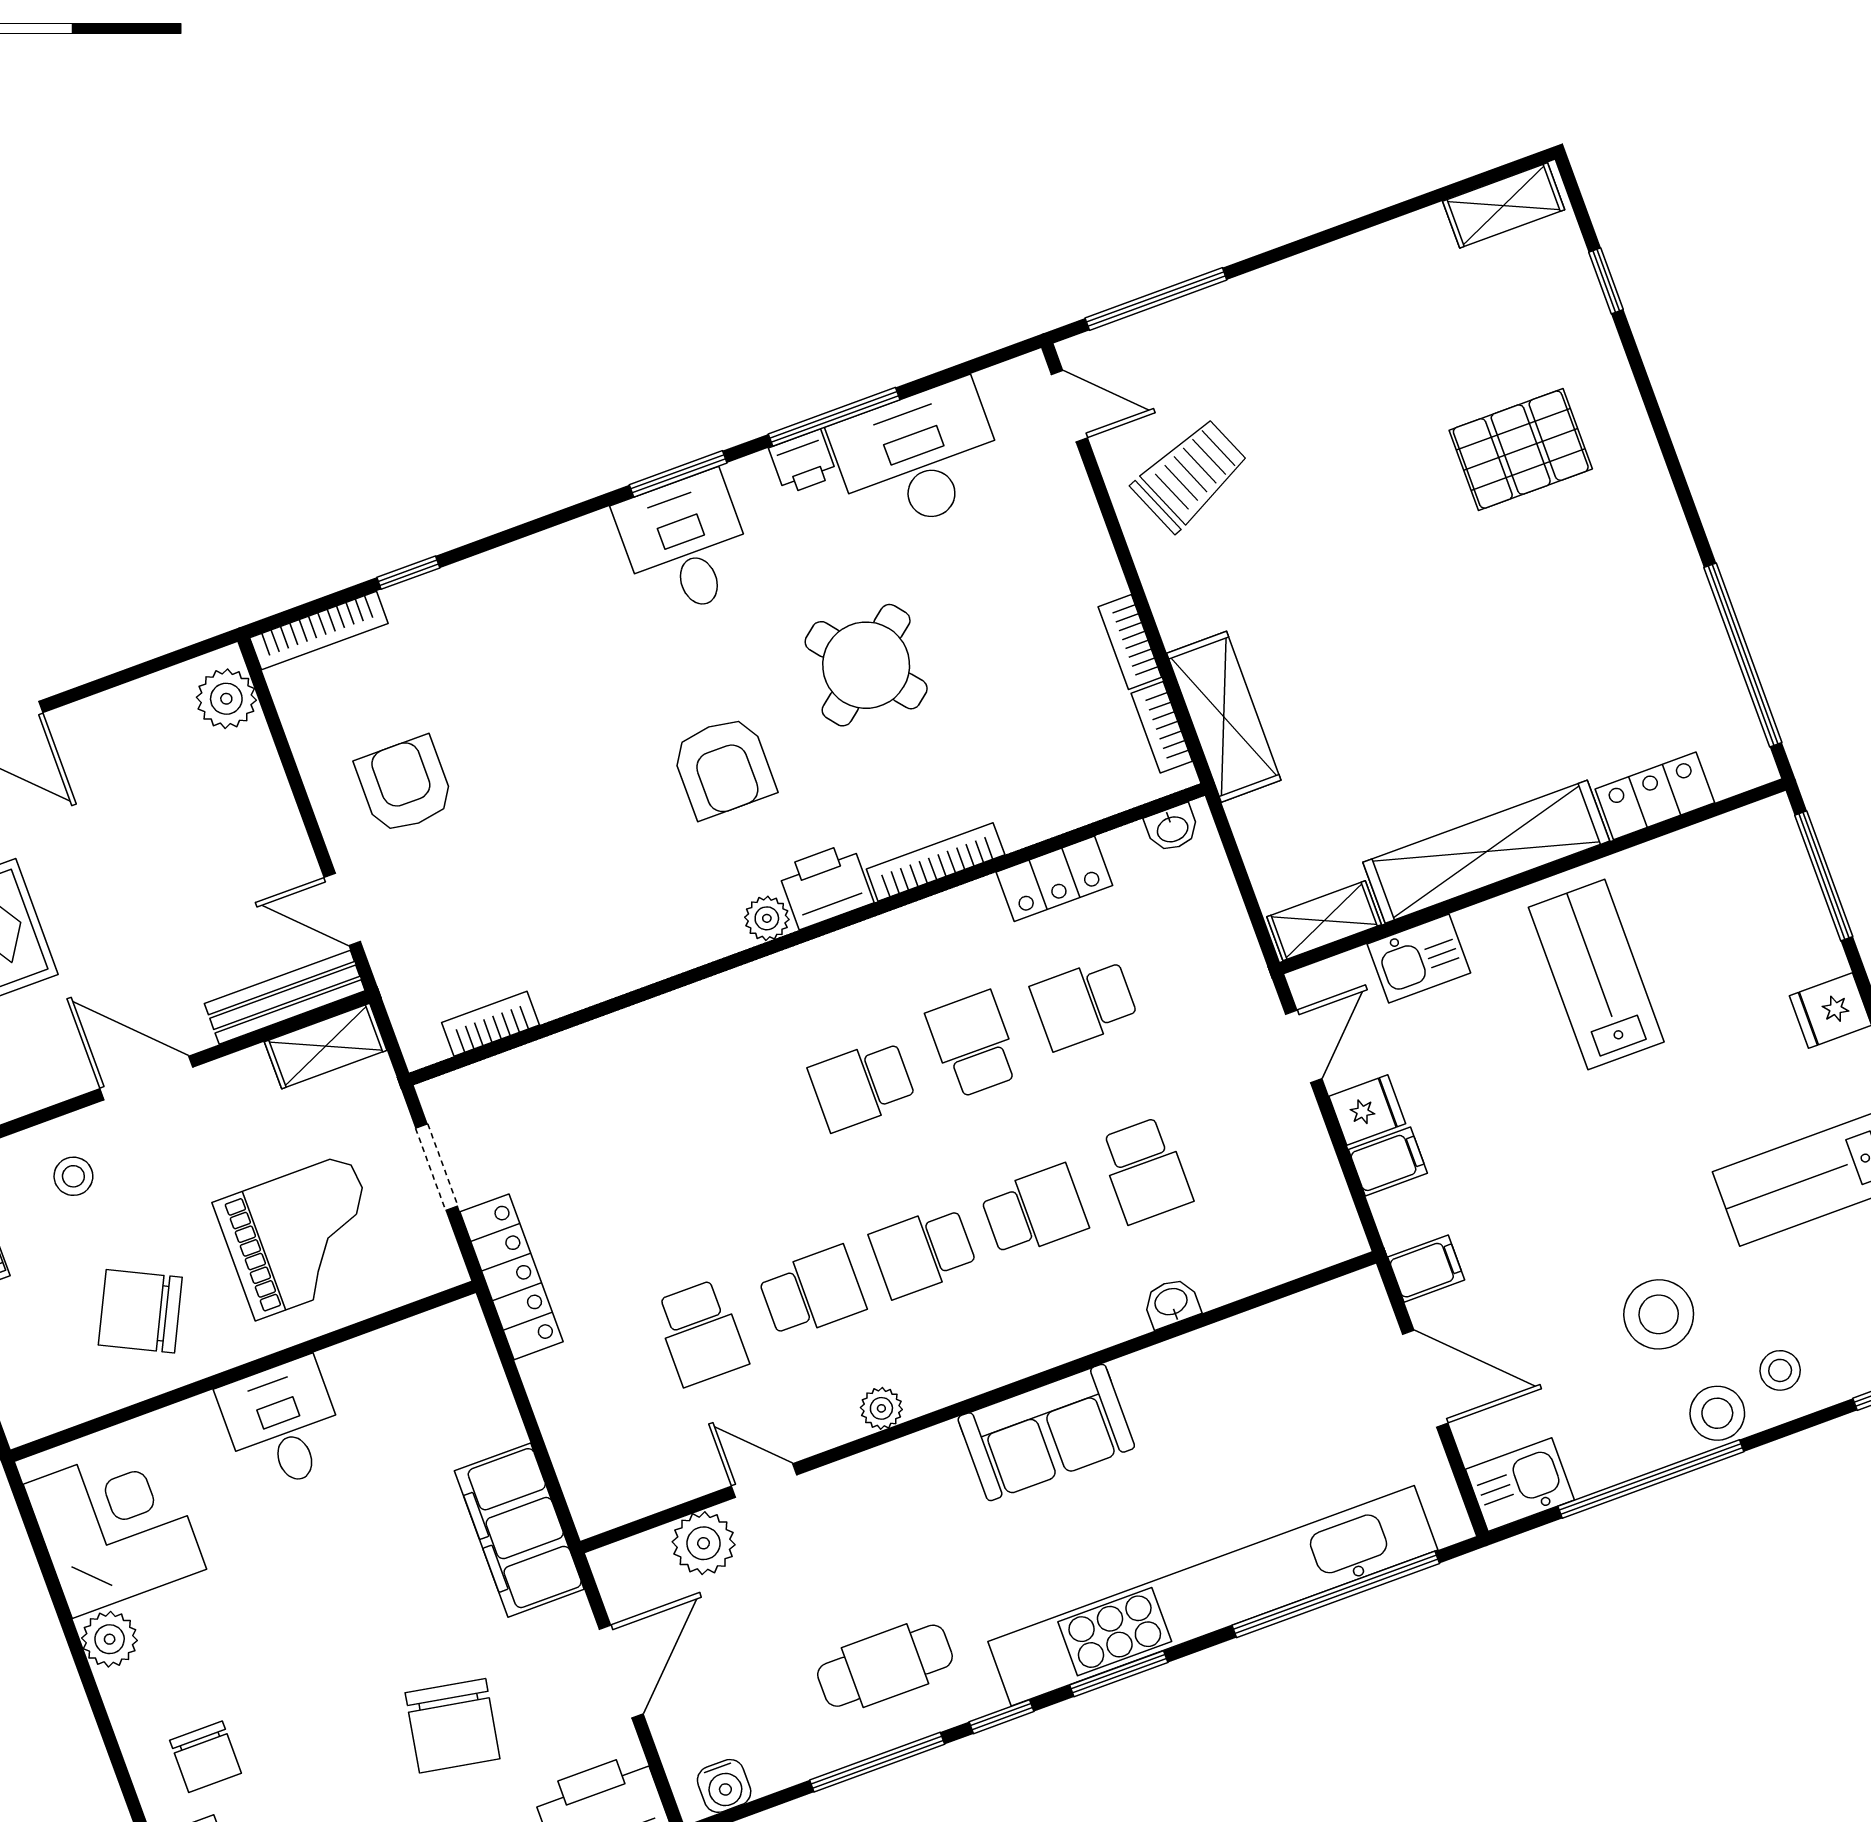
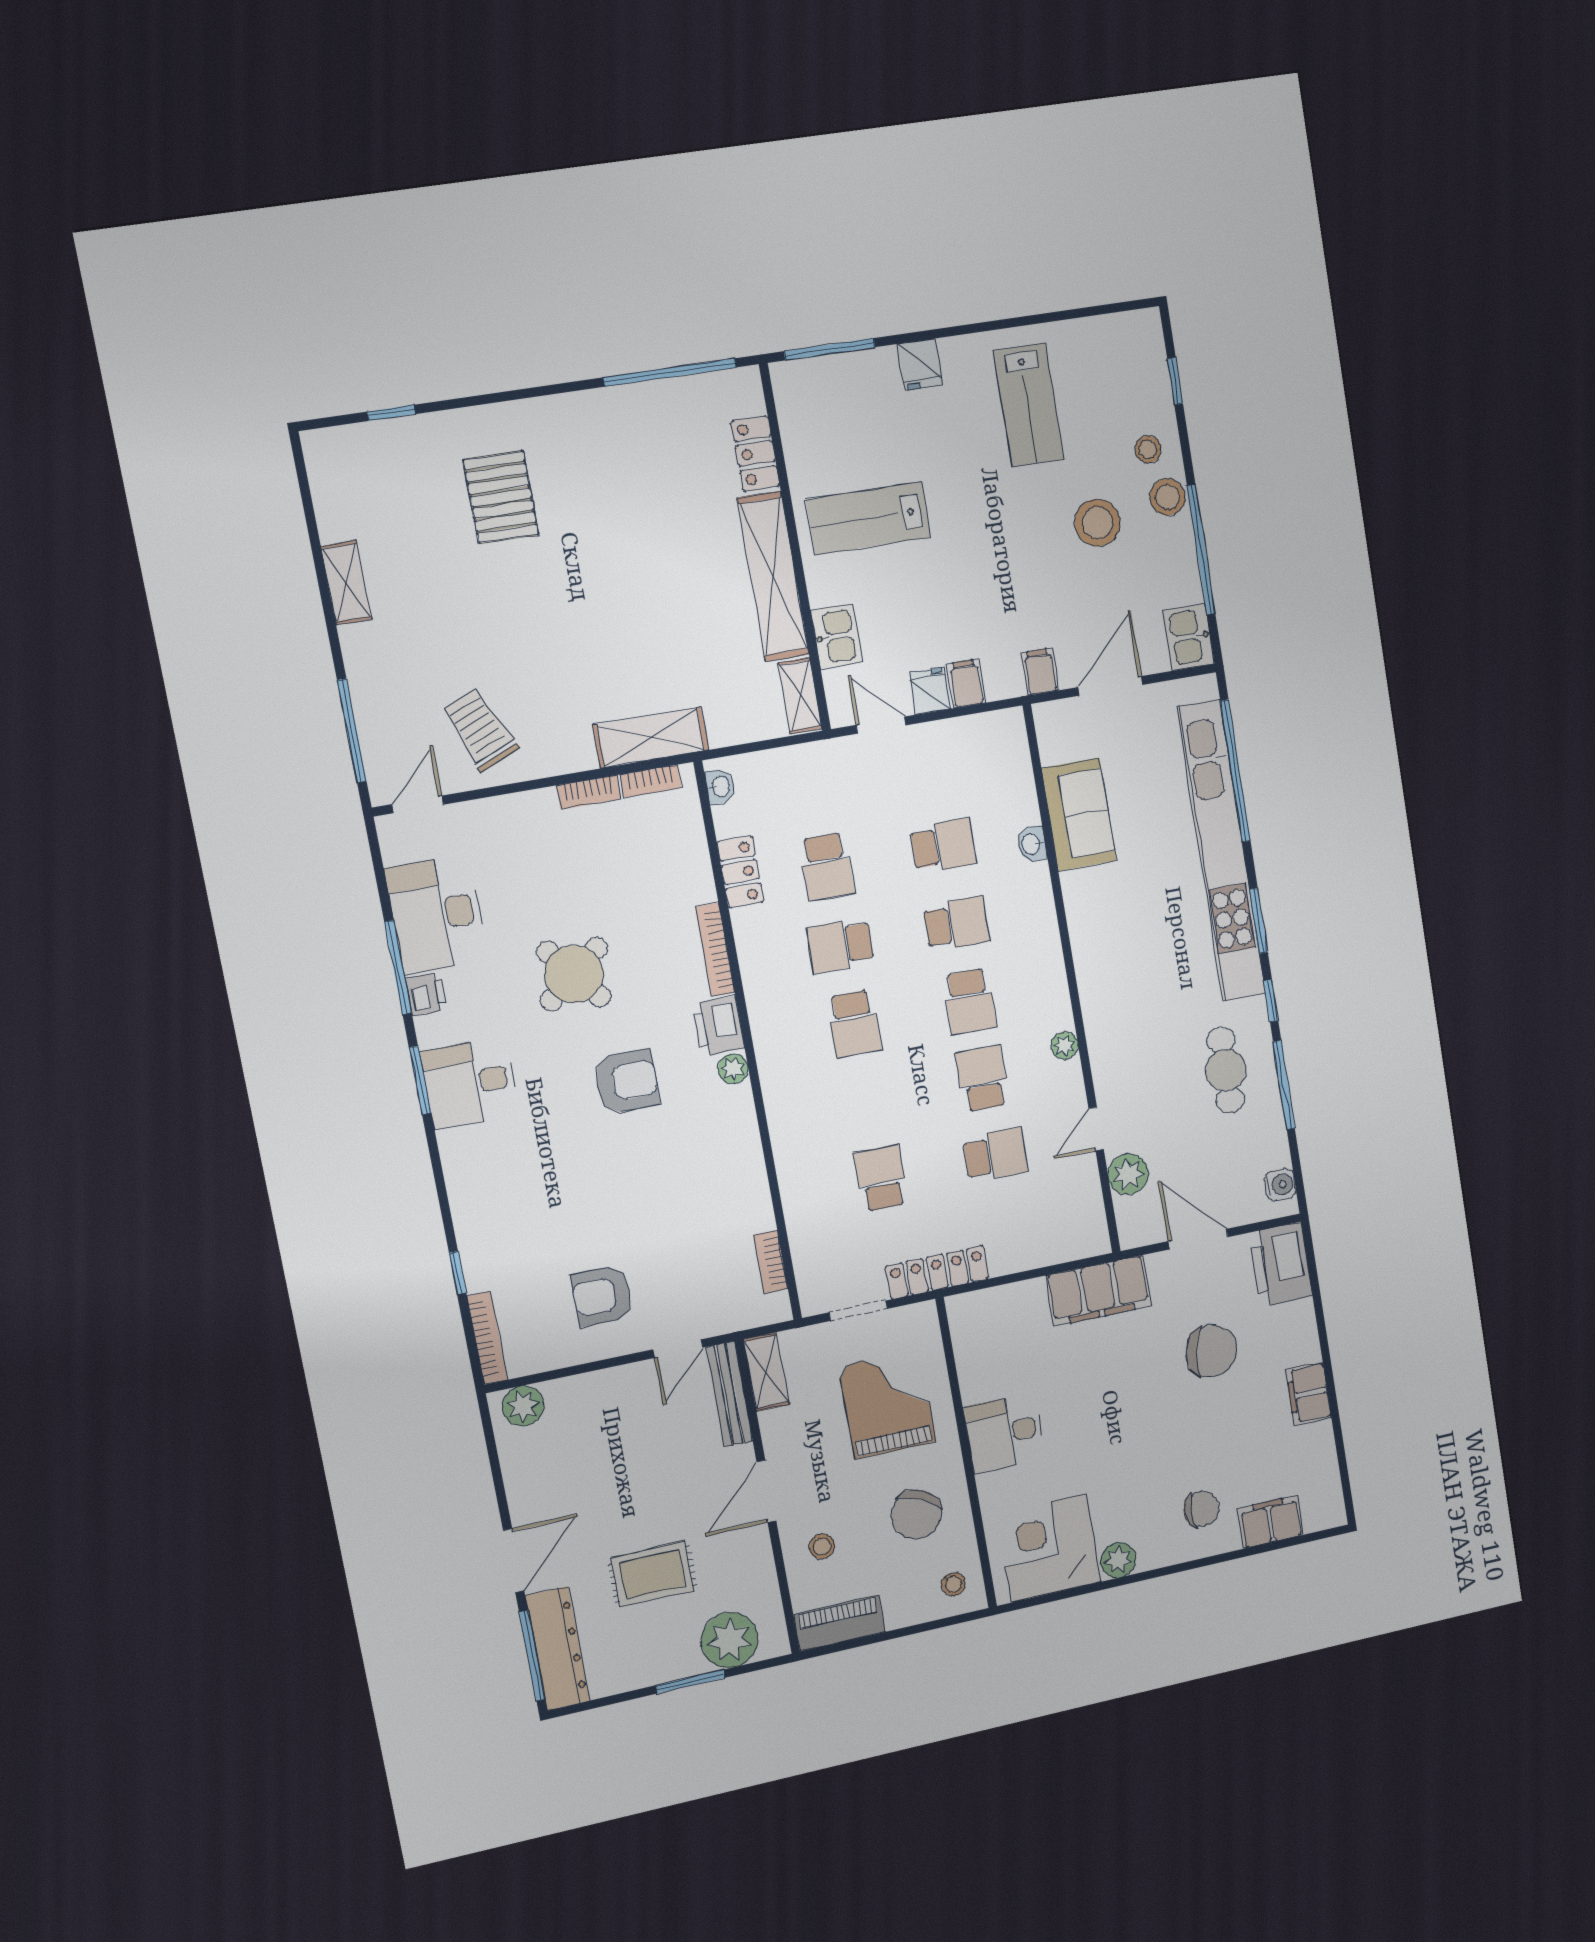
shelving: (1504, 205) -> (346, 583), moved
school desk: (640, 1166) -> (881, 1178), added
school desk: (1034, 1211) -> (956, 924), turned 90
stool: (41, 1388) -> (954, 1584), added
sofa: (1046, 1432) -> (1079, 815), moved

